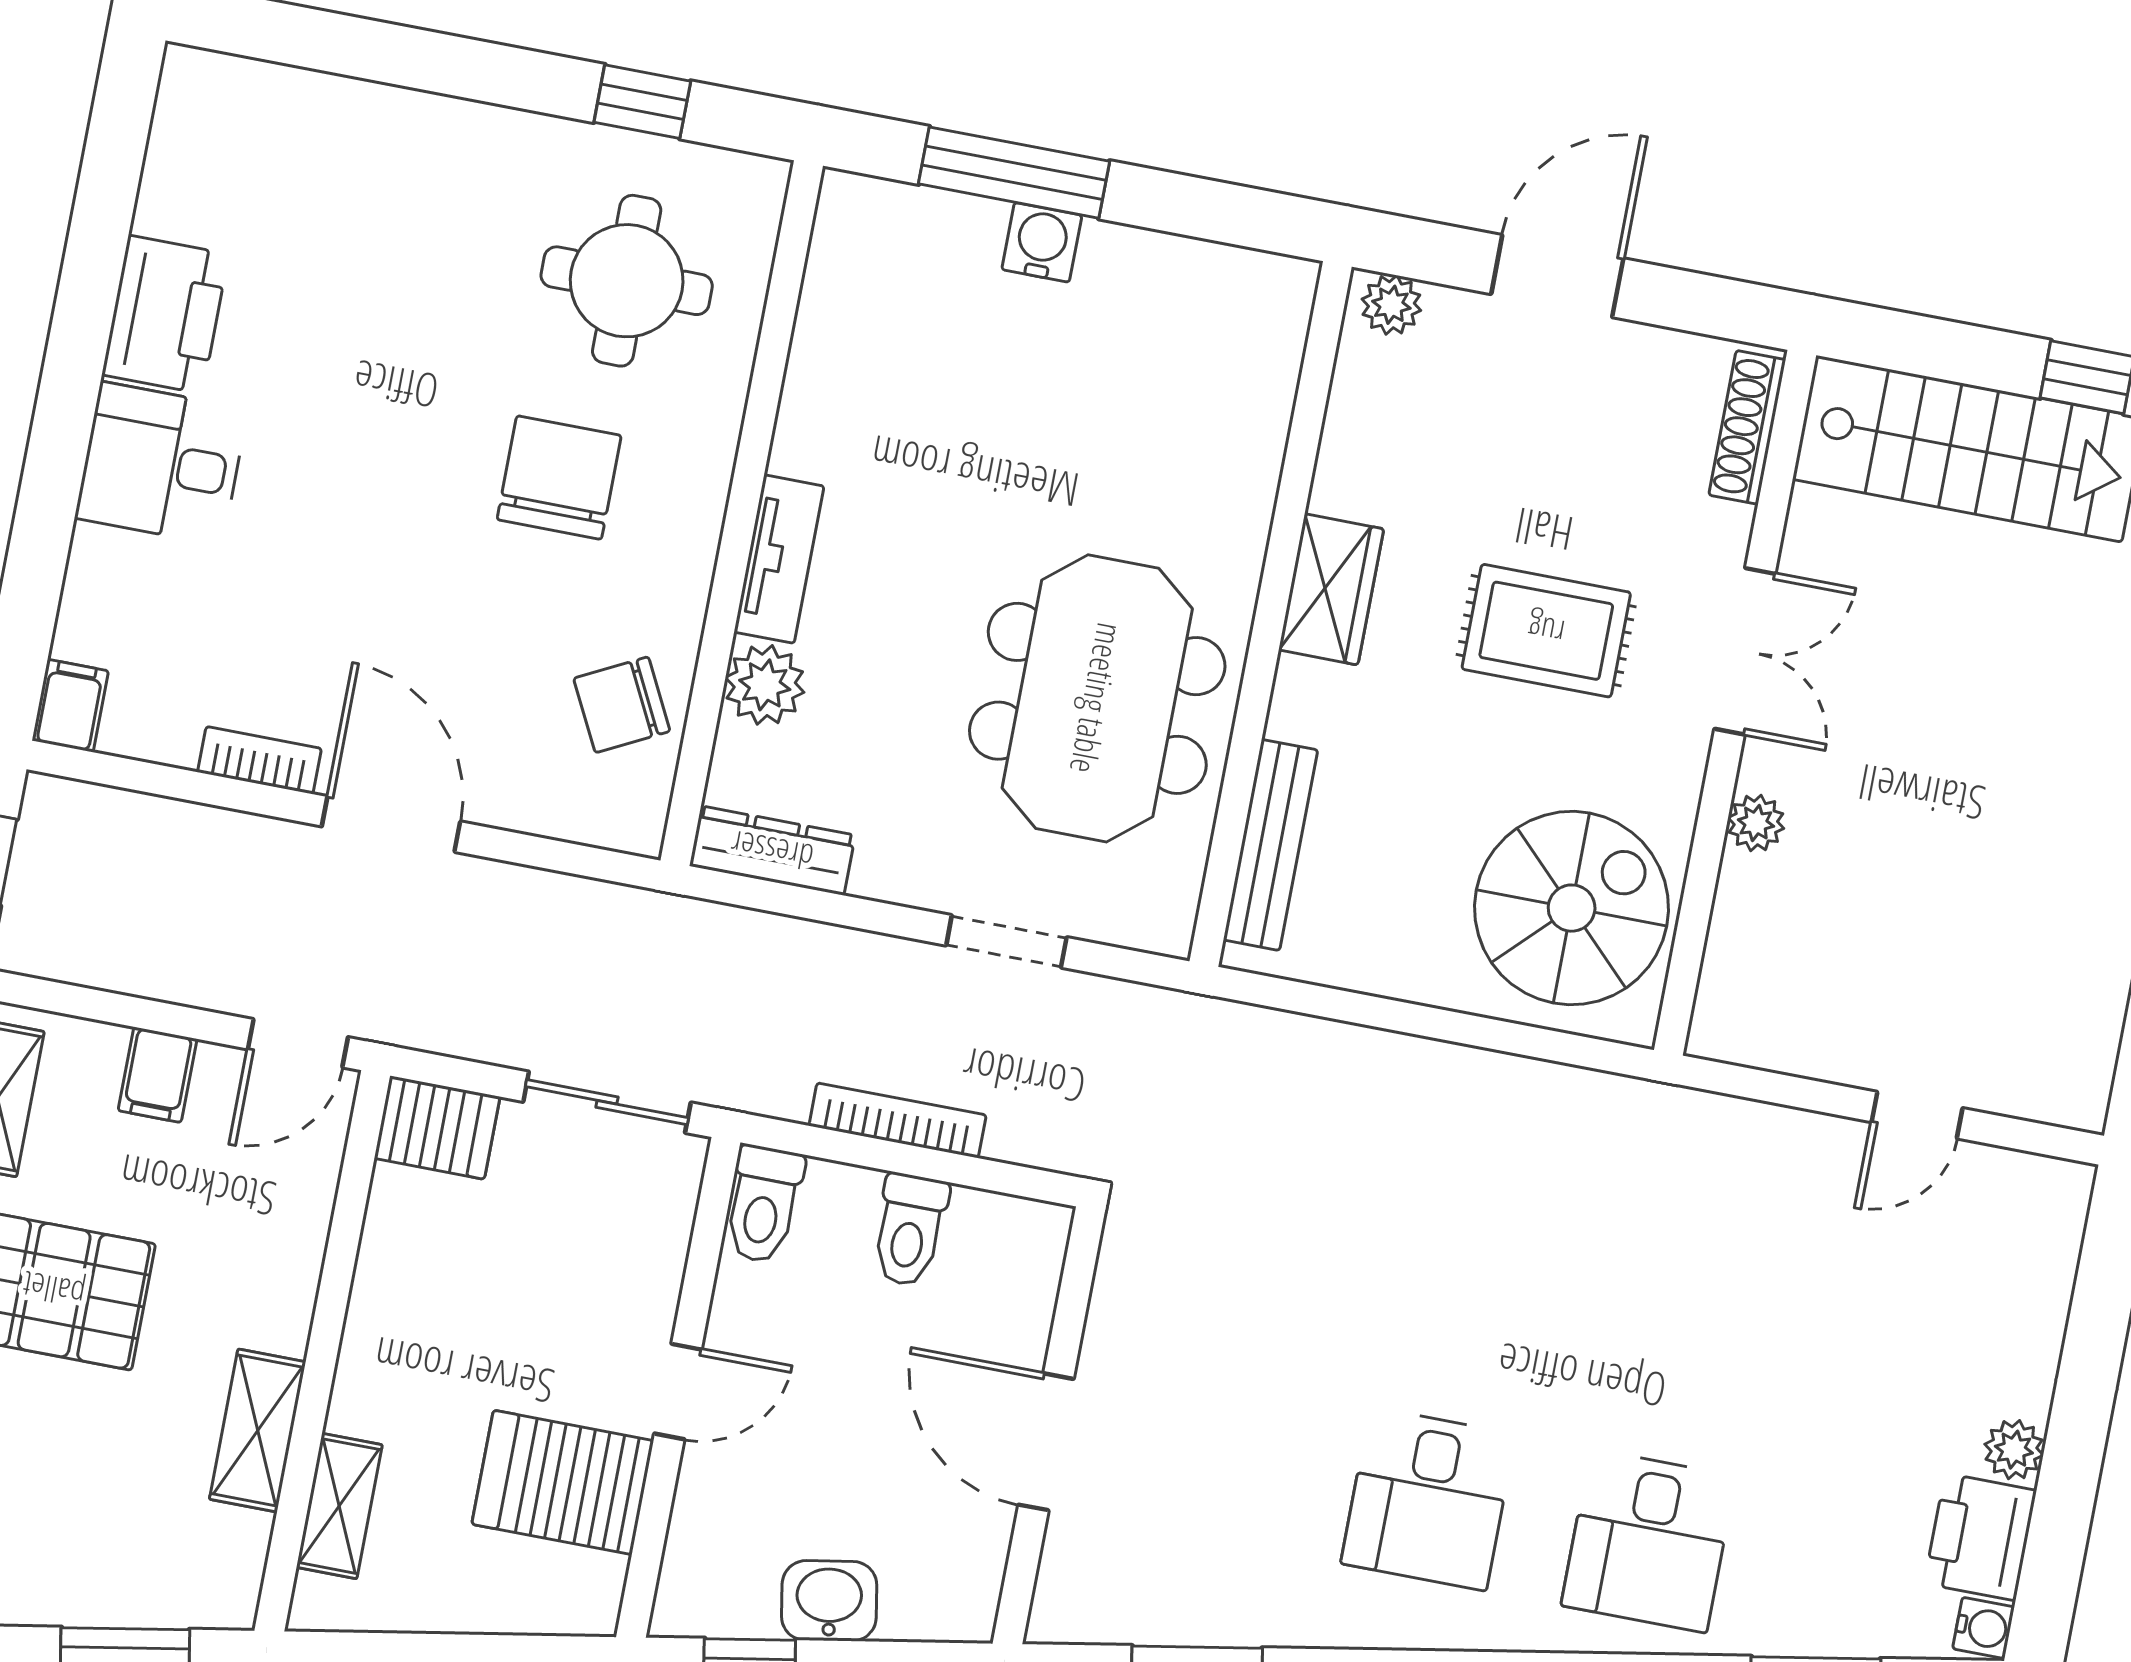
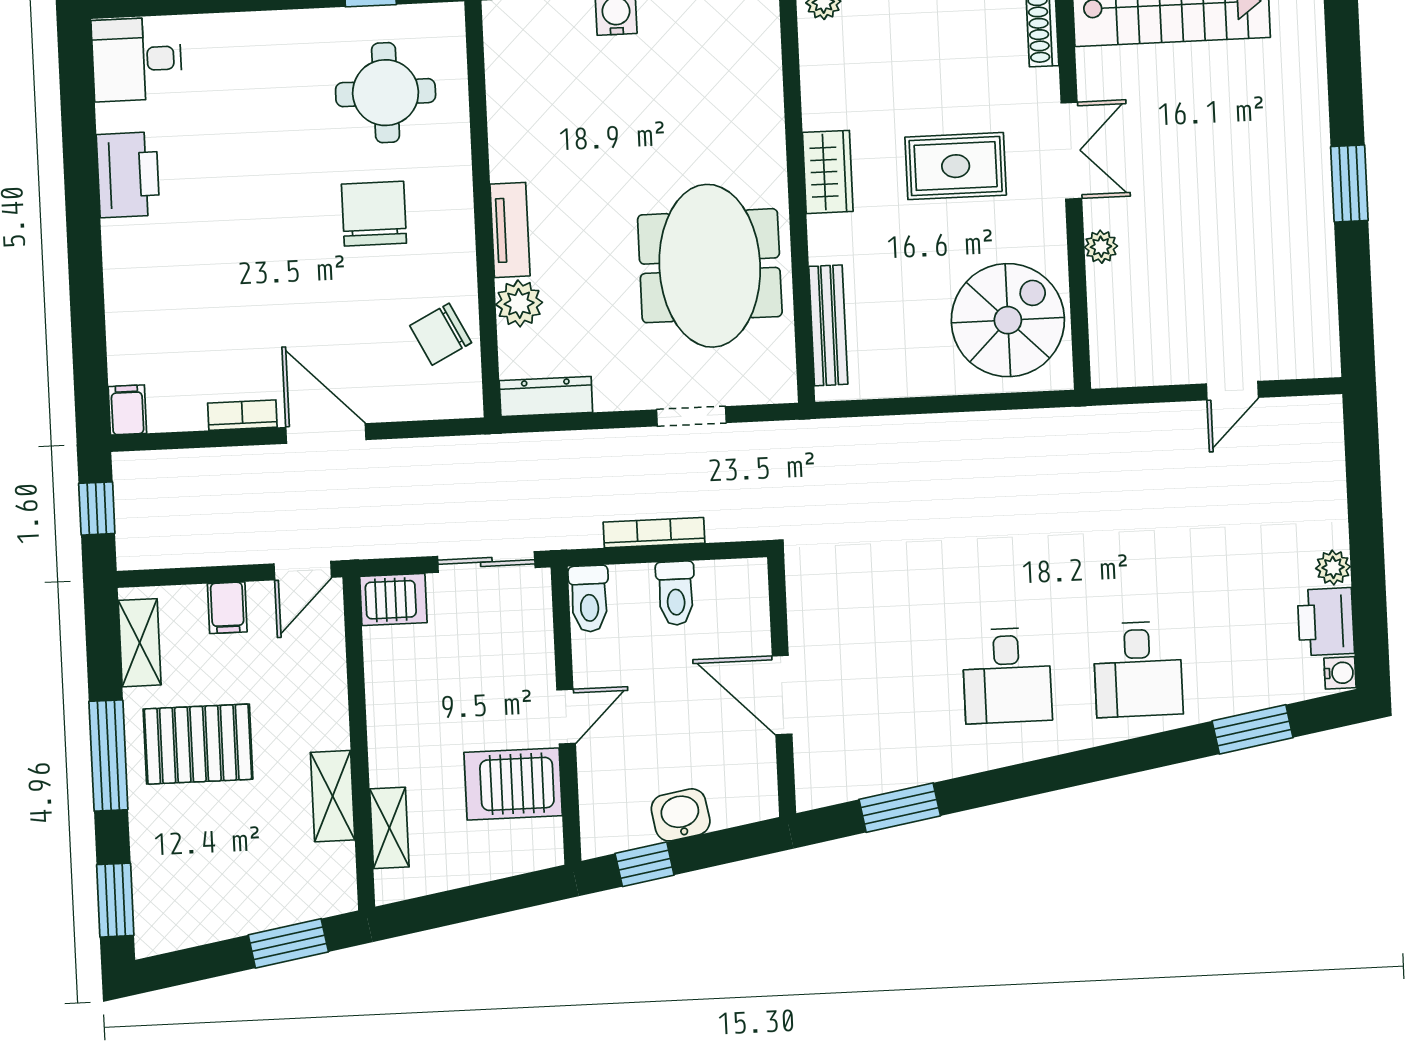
desk: (161, 464) -> (137, 59), moved

